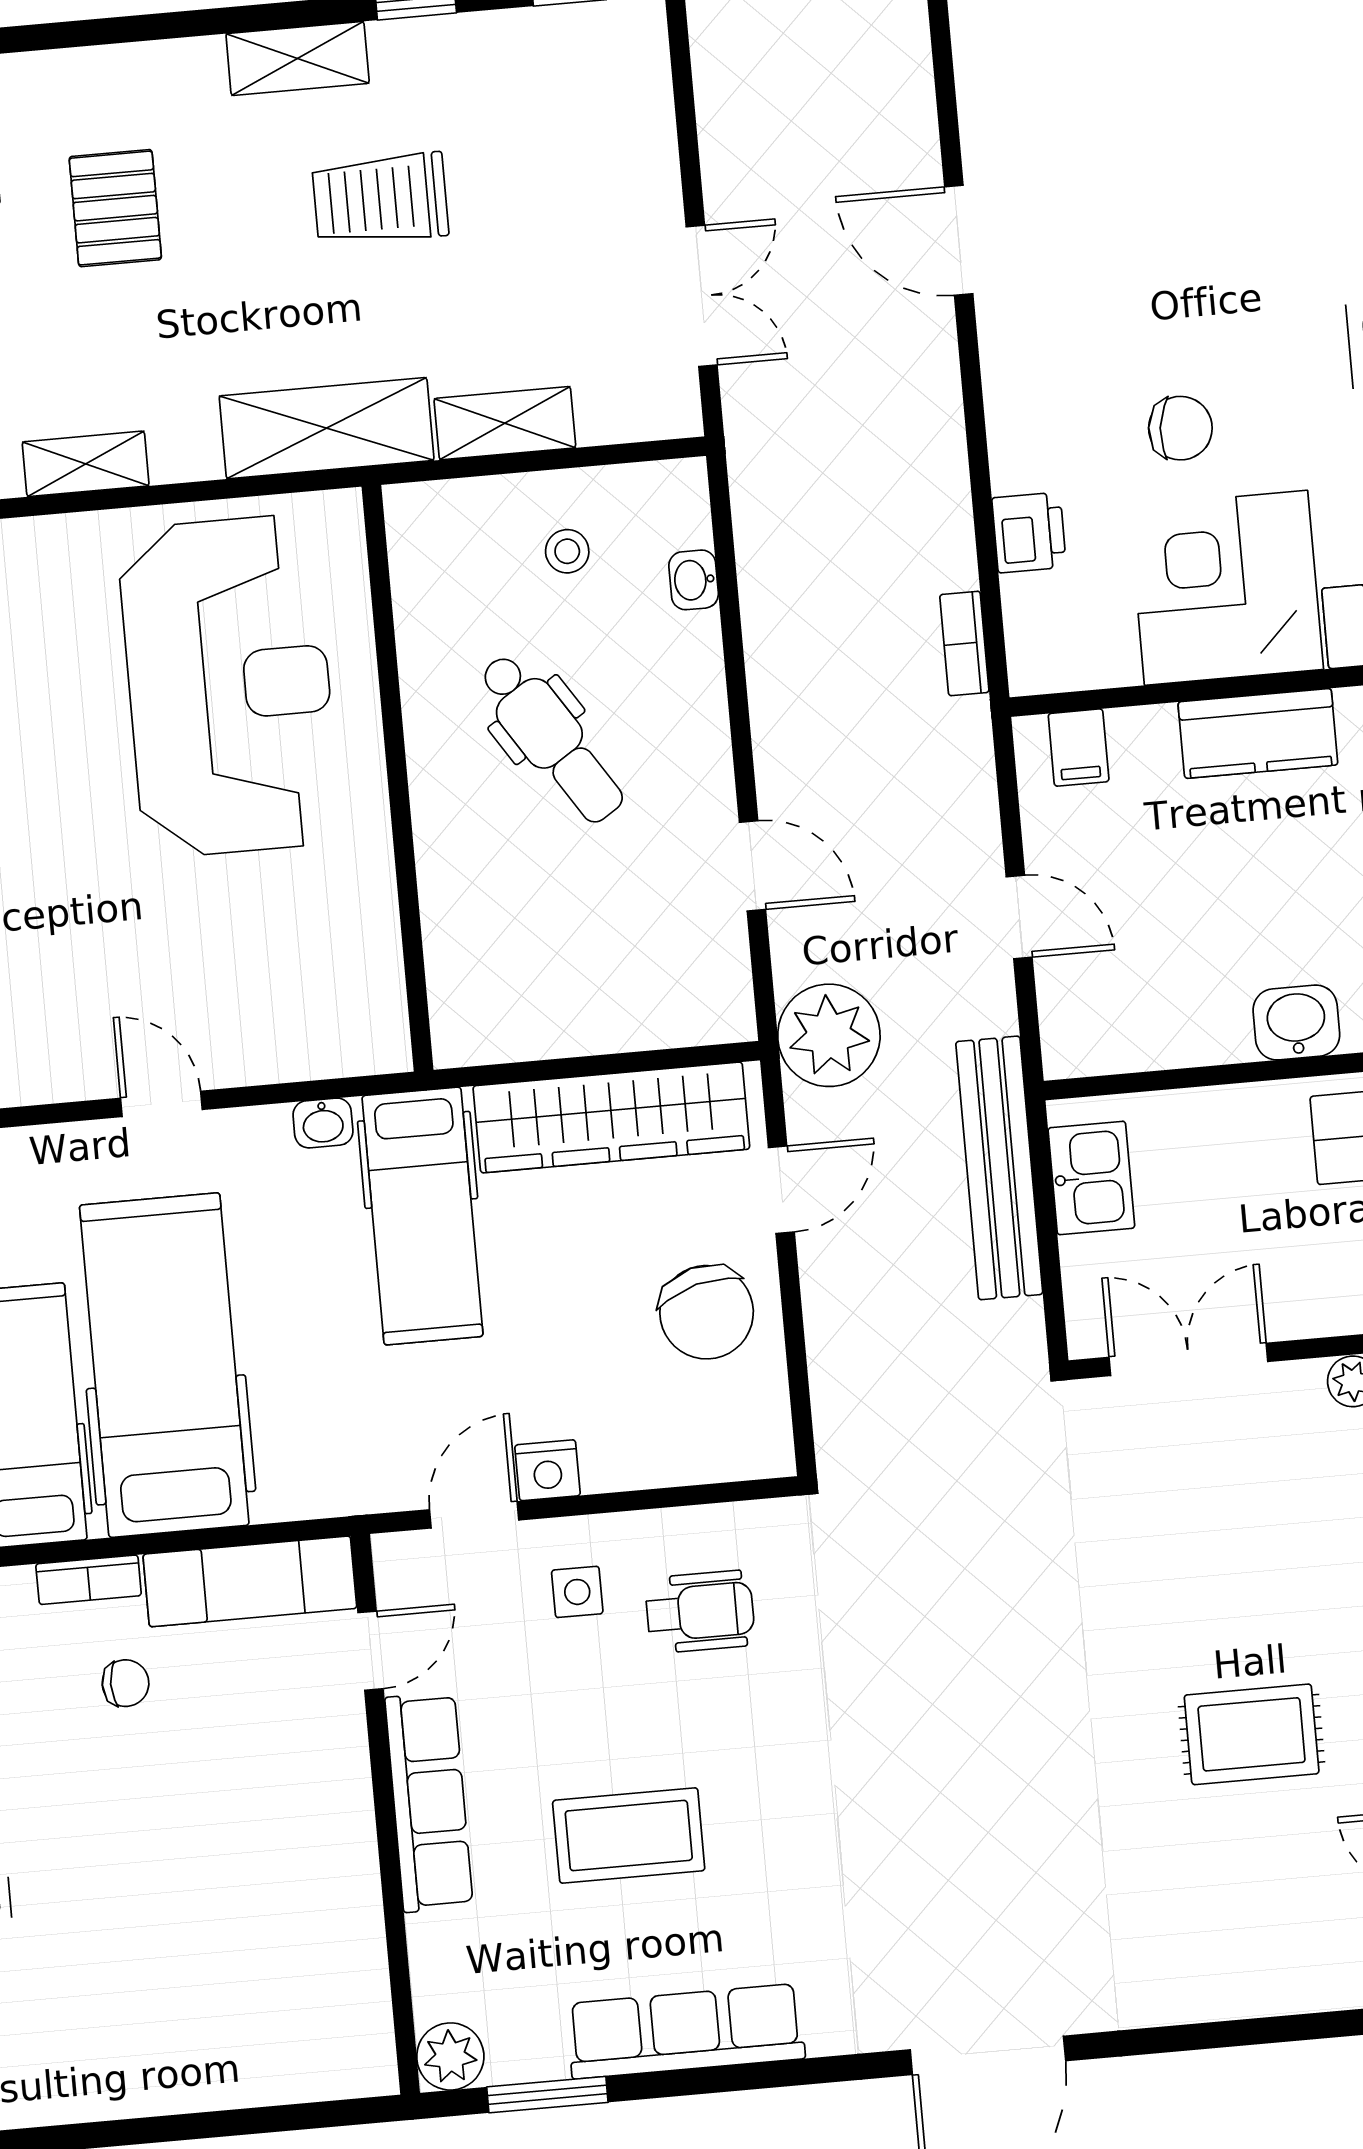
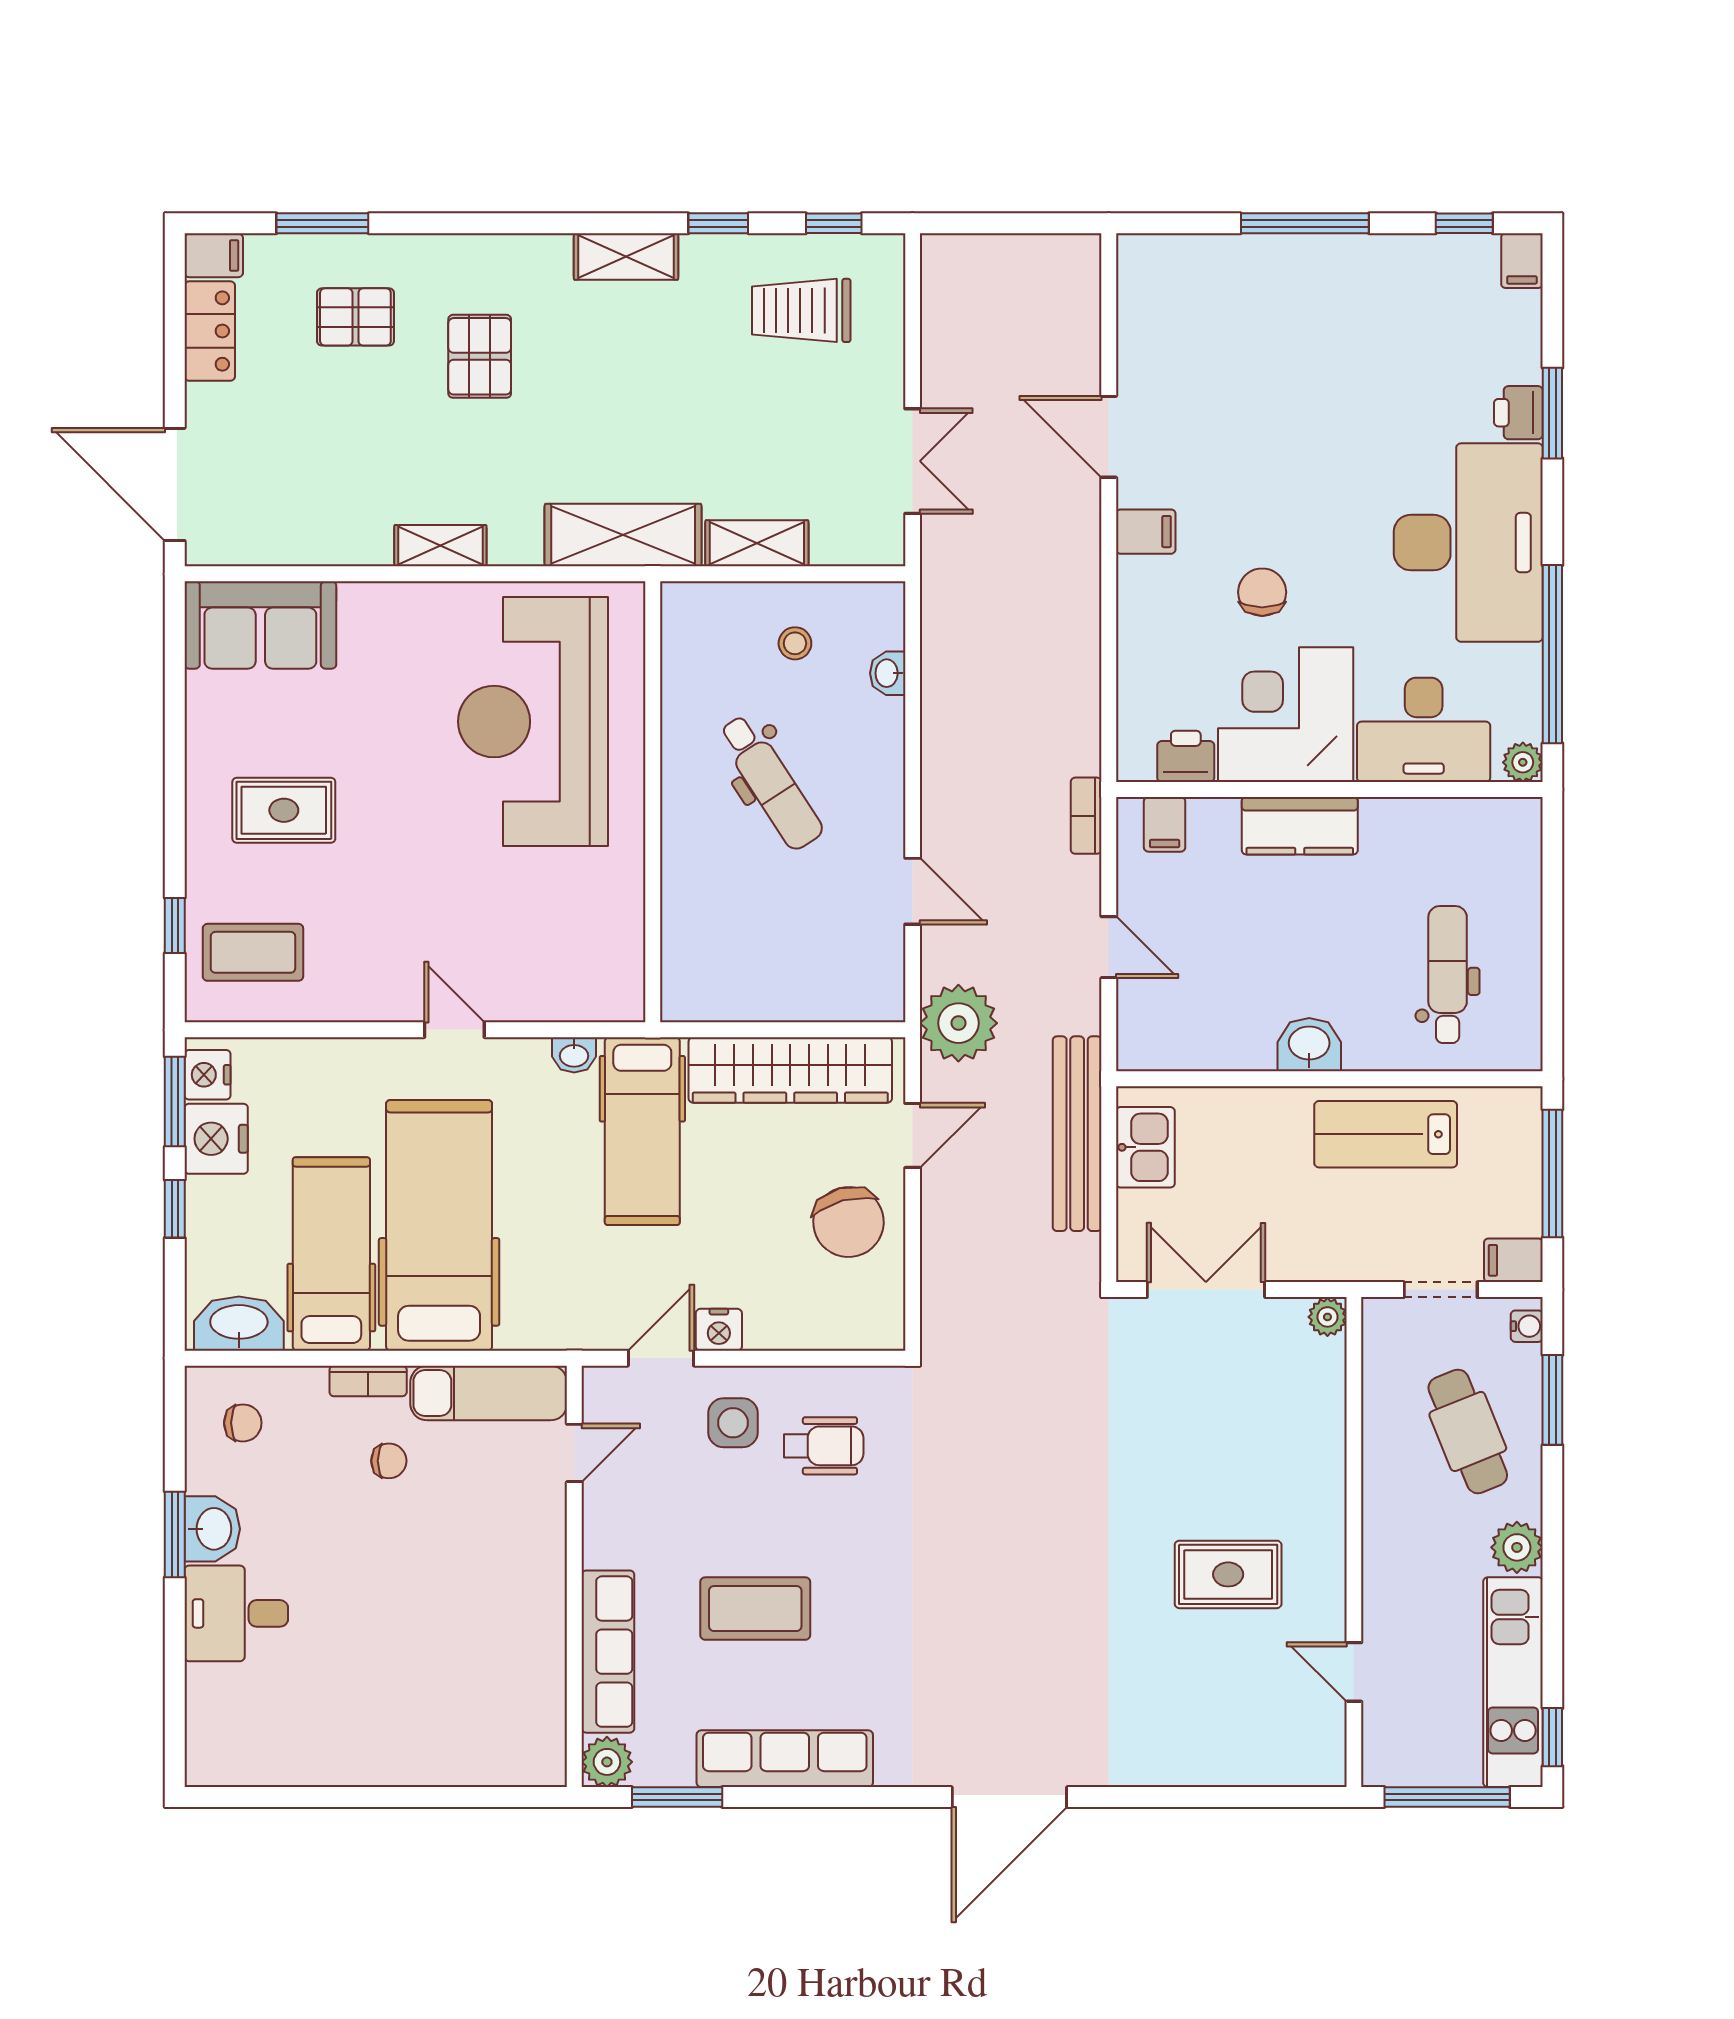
trolley: (380, 199) -> (801, 310), moved
filing cabinet: (1019, 362) -> (1146, 532), added
chair: (1180, 428) -> (1262, 592), turned -96
printer: (1029, 532) -> (1186, 756), moved, turned -90
bookcase: (964, 643) -> (1086, 816), moved
reception desk: (229, 686) -> (533, 722), turned 180
side table: (577, 1592) -> (733, 1423), width x1.37, depth x1.37
row of seats: (429, 1802) -> (608, 1652), moved

